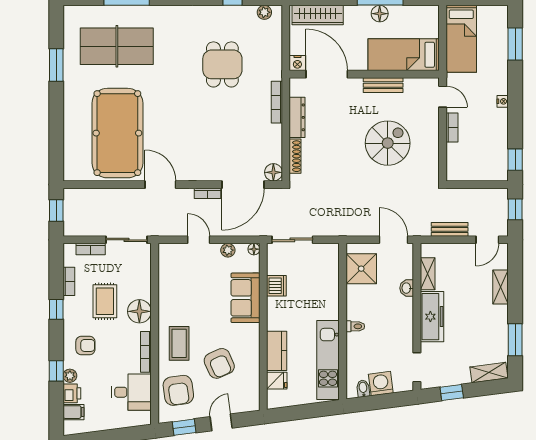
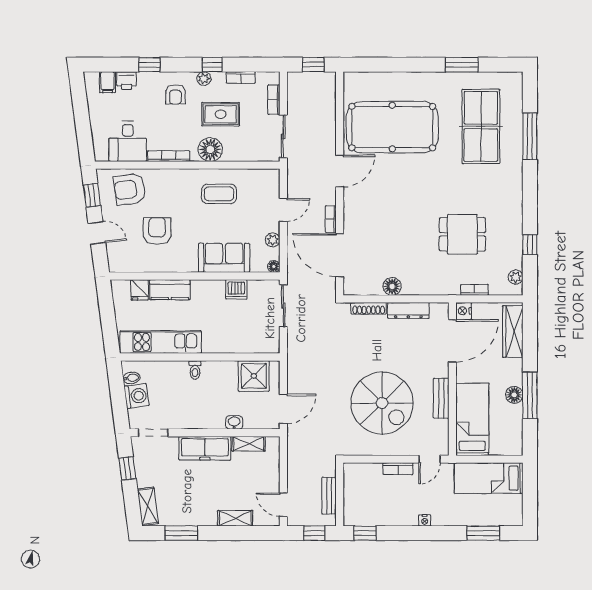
bookcase: (277, 102) -> (475, 290), moved, width x0.64
spiral stairs: (388, 143) -> (382, 403), width x1.37, depth x1.37
floor lamp: (273, 172) -> (392, 286), moved
bench: (450, 229) -> (329, 496), moved
coffee table: (179, 343) -> (219, 194), moved
armchair: (219, 363) -> (157, 231), turned 114
plant: (70, 376) -> (204, 79), moved

